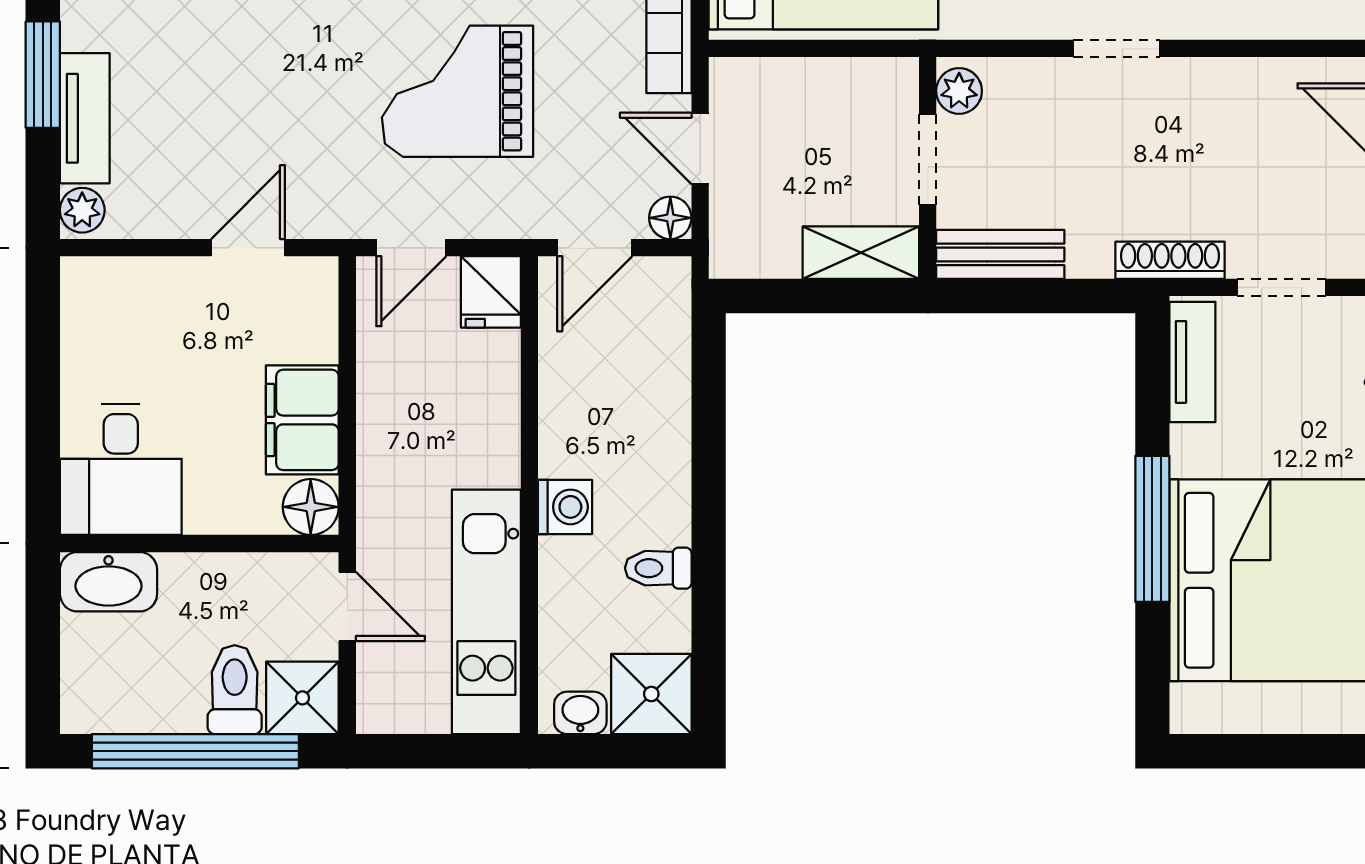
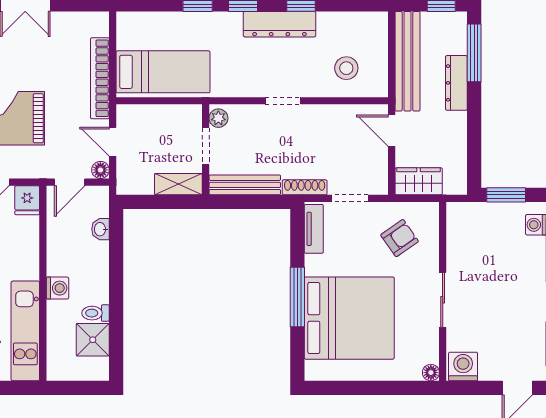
bench: (1000, 254) -> (245, 185), width x1.36
shower: (651, 694) -> (93, 340), moved
washbasin: (580, 713) -> (100, 229), moved, turned -90

